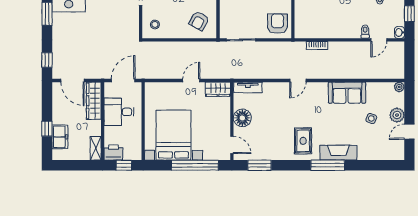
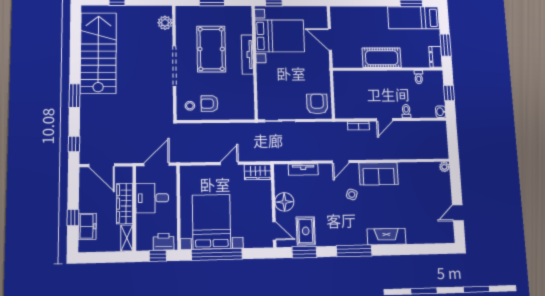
armchair: (199, 21) -> (210, 104), moved, turned 61
door: (379, 40) -> (384, 120), moved
tv unit: (248, 87) -> (303, 169), moved
sofa: (347, 93) -> (379, 174), moved
wardrobe: (94, 101) -> (125, 203), moved
plant: (397, 115) -> (444, 196), removed
side table: (371, 119) -> (352, 194), moved
rug: (303, 141) -> (306, 231), moved
printer: (113, 152) -> (164, 242), moved
window: (195, 165) -> (217, 254), moved
window: (328, 165) -> (354, 251), moved

